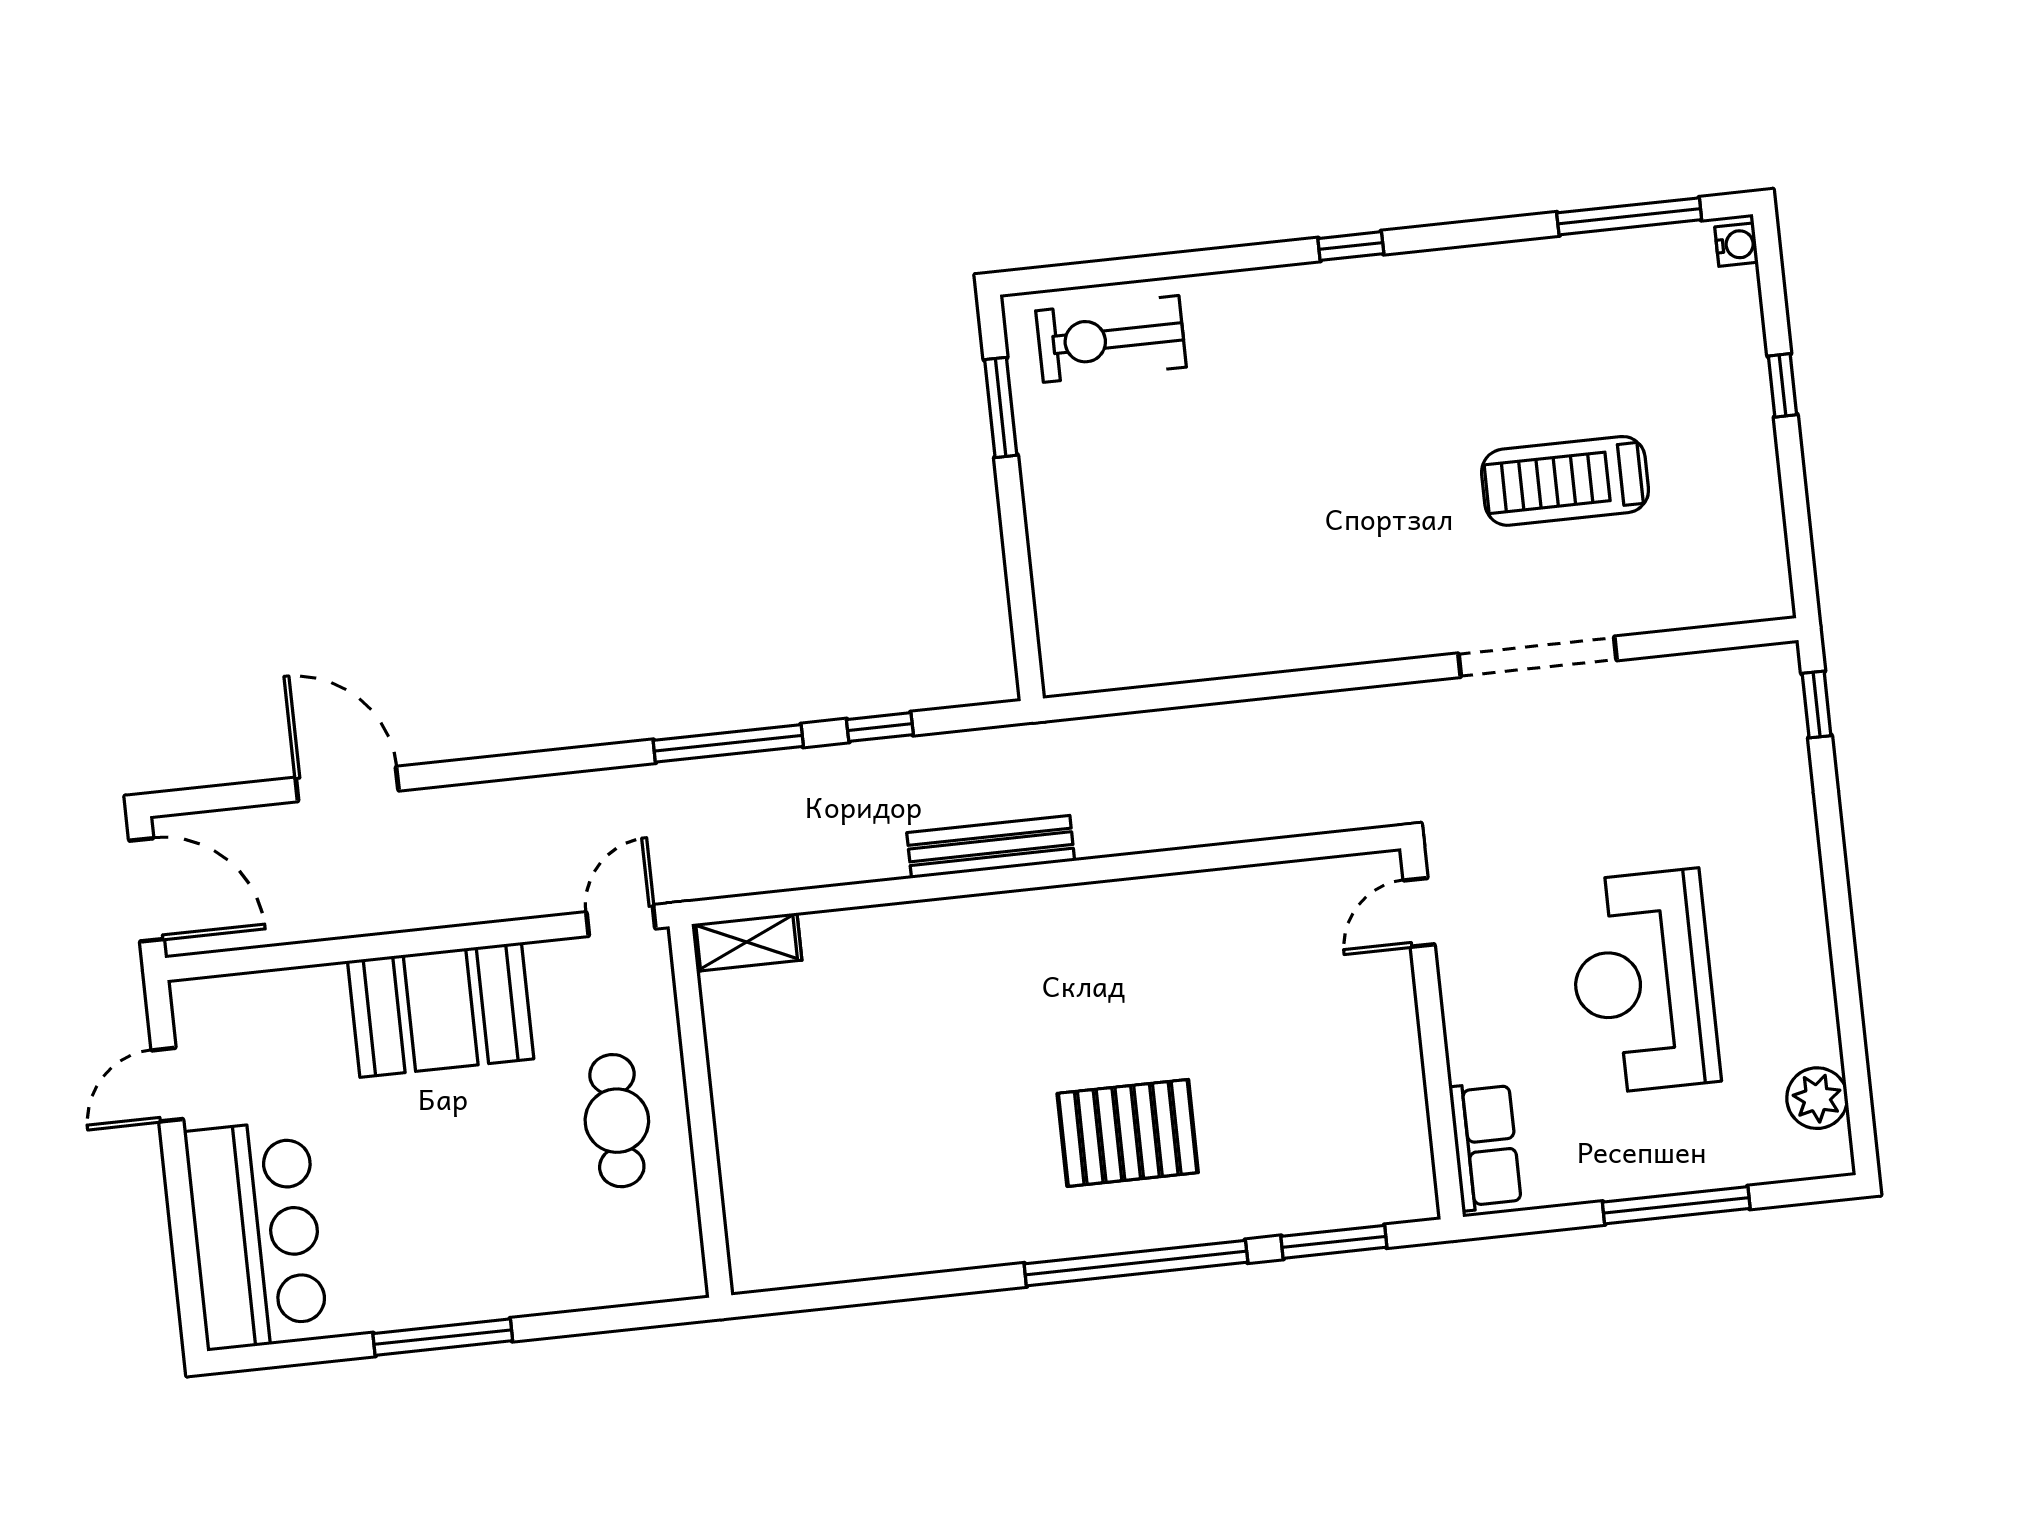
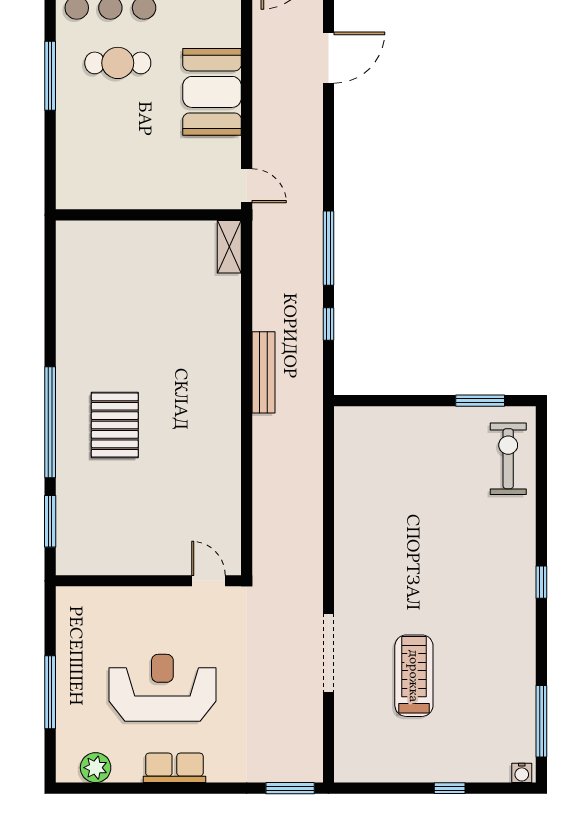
window: (1817, 705) -> (290, 788), width x1.50
cafe table: (617, 1121) -> (118, 63), moved
row of seats: (1485, 1146) -> (174, 768), moved, turned 180

